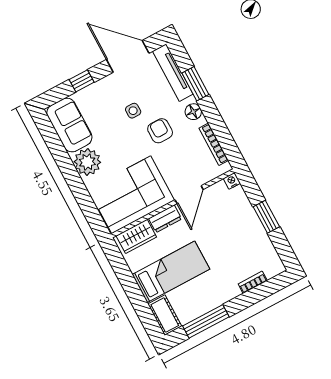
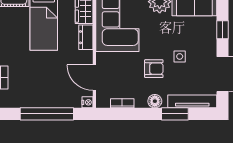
bookcase: (214, 144) -> (122, 103), width x0.64
door: (189, 195) -> (94, 78), moved
window: (266, 217) -> (47, 114), width x2.11

